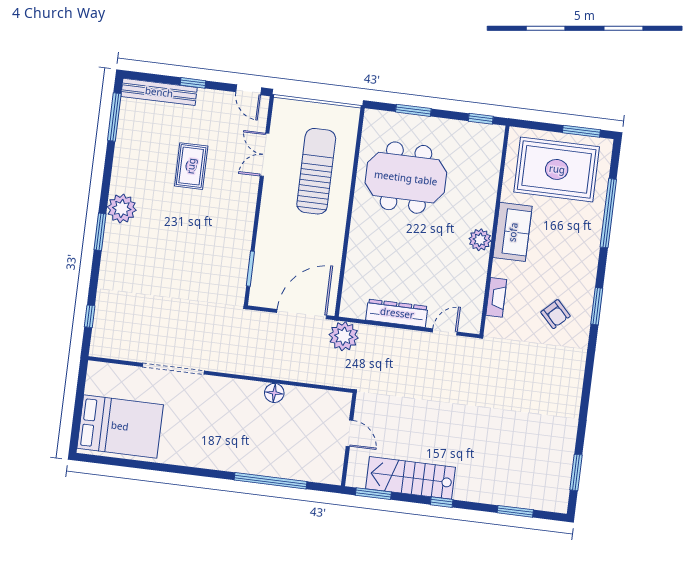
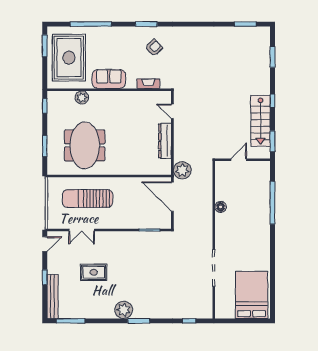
plant: (480, 240) -> (82, 97), moved

